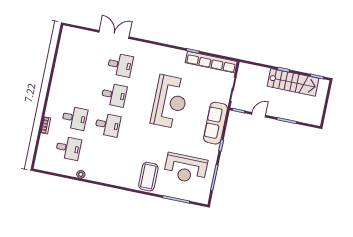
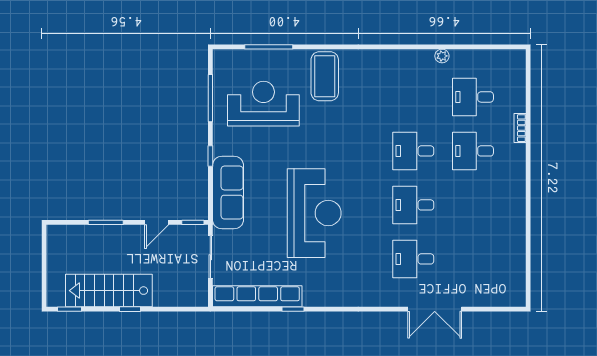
reception desk: (170, 102) -> (314, 213), turned 180

